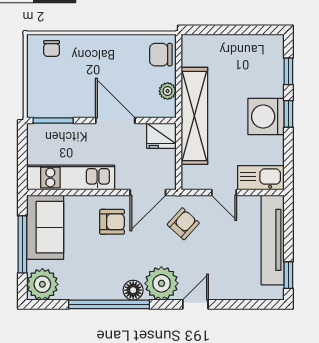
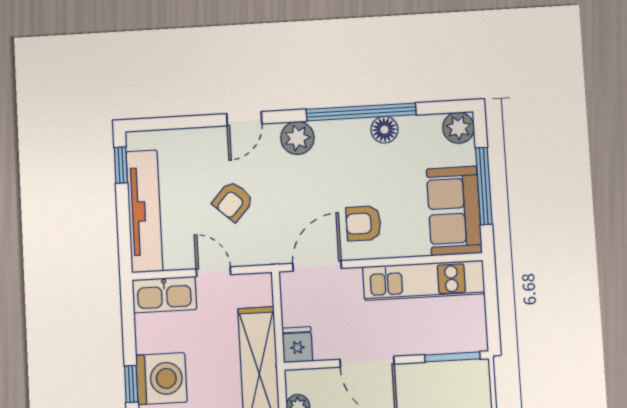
fridge: (161, 136) -> (297, 345), width x0.72
armchair: (183, 224) -> (233, 201), moved
plant: (161, 283) -> (297, 138), width x0.73, depth x0.73
plant: (42, 284) -> (458, 128), width x0.73, depth x0.73
floor lamp: (133, 290) -> (384, 130), moved

